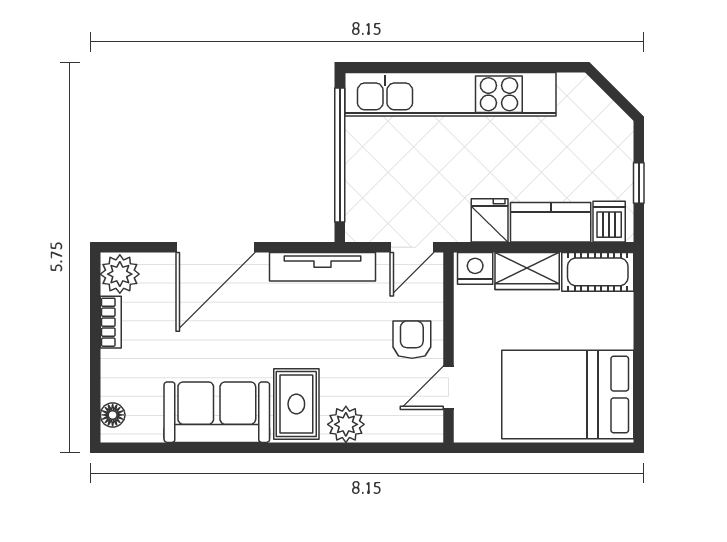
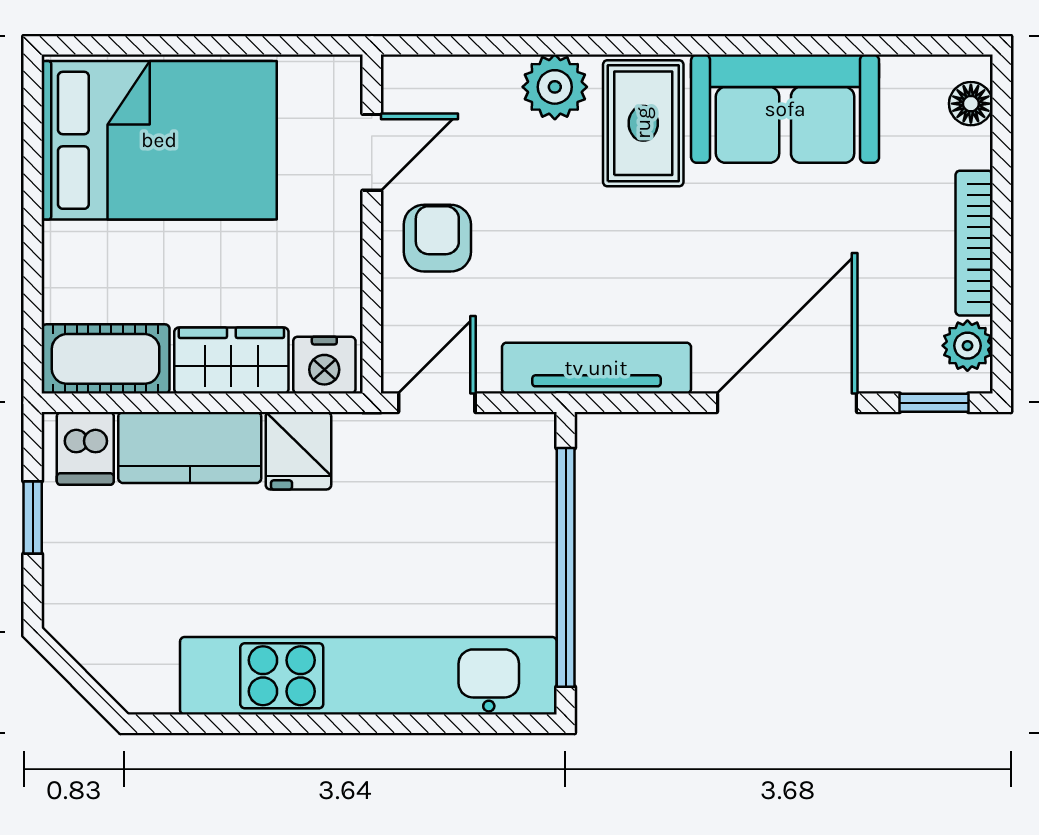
window: (133, 247) -> (934, 403), added
plant: (120, 274) -> (967, 346), width x0.73, depth x0.73
bookcase: (111, 322) -> (974, 243), width x1.56
armchair: (412, 340) -> (437, 238), turned 180

